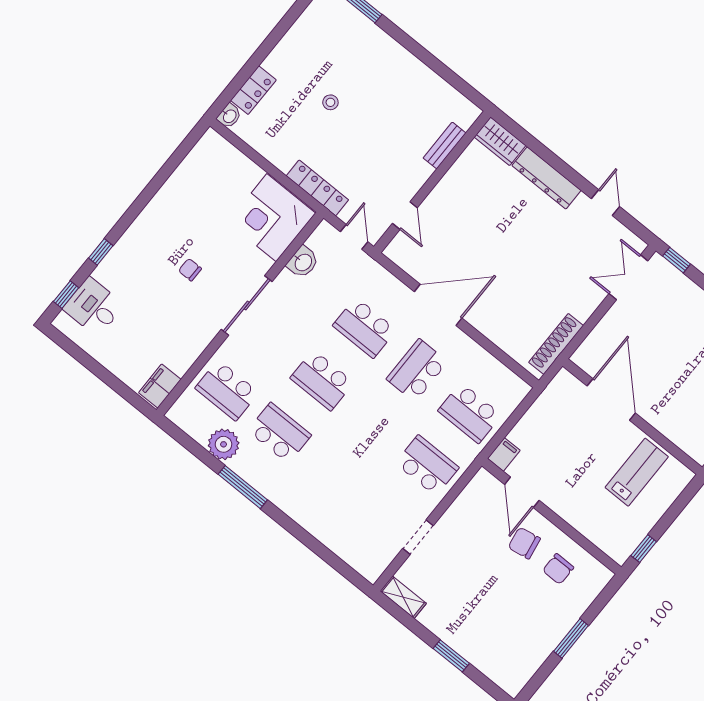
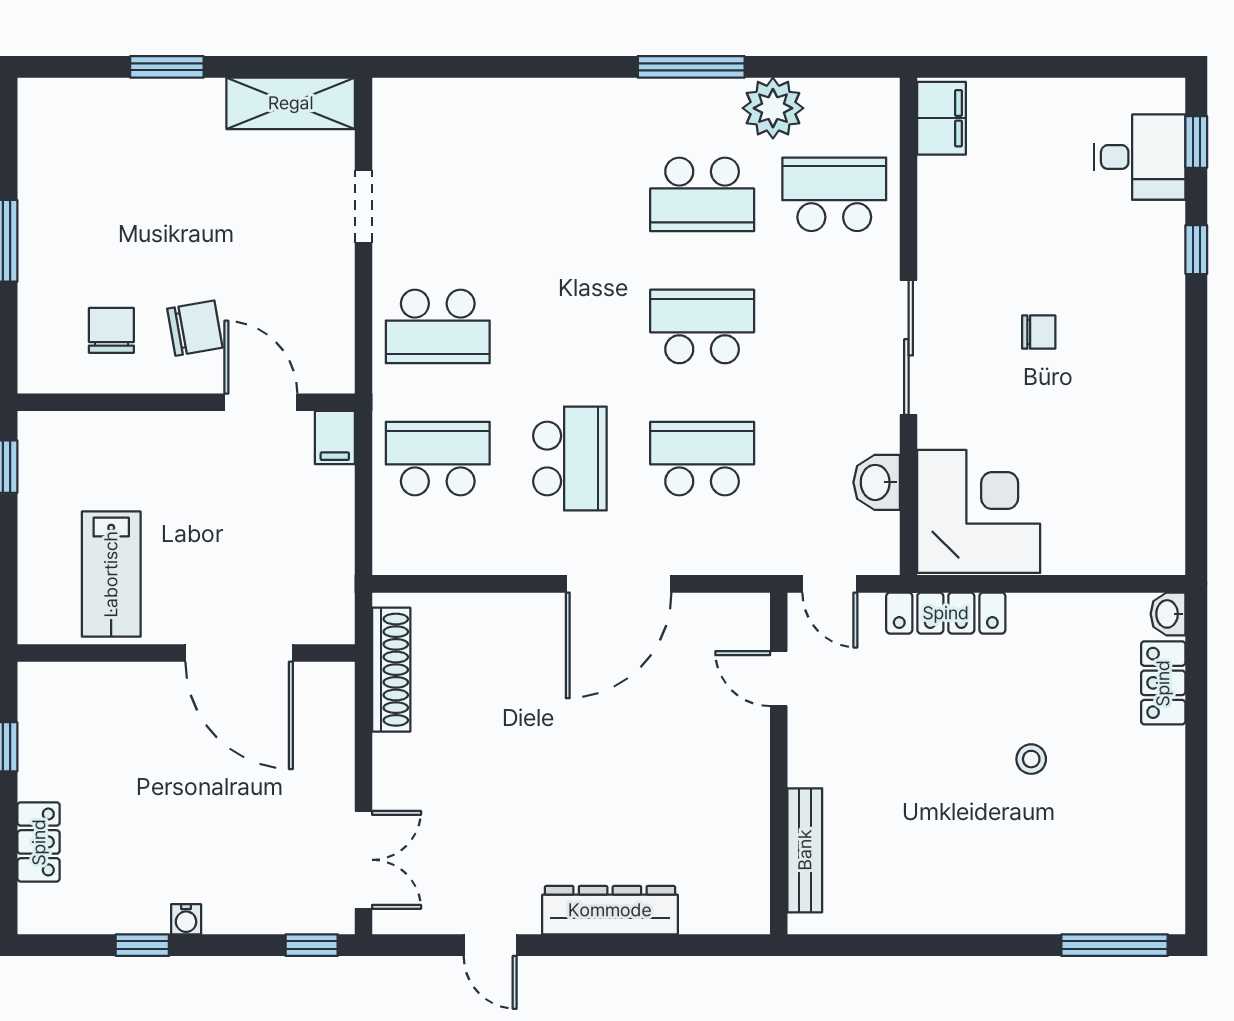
wardrobe: (500, 141) -> (726, 909), removed
bench: (445, 146) -> (805, 850), width x1.36
shelving: (403, 597) -> (291, 103), width x1.50, depth x1.33

